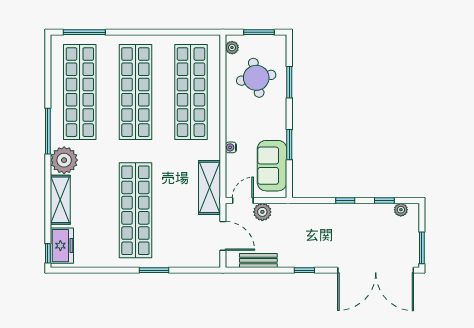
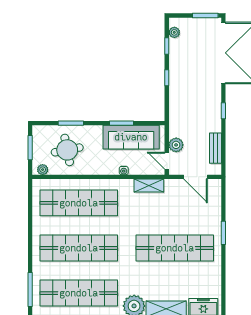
sofa: (272, 166) -> (131, 137), width x1.36
shelving: (210, 187) -> (149, 186), width x0.67, depth x0.75
door: (223, 236) -> (196, 177), swing flipped

